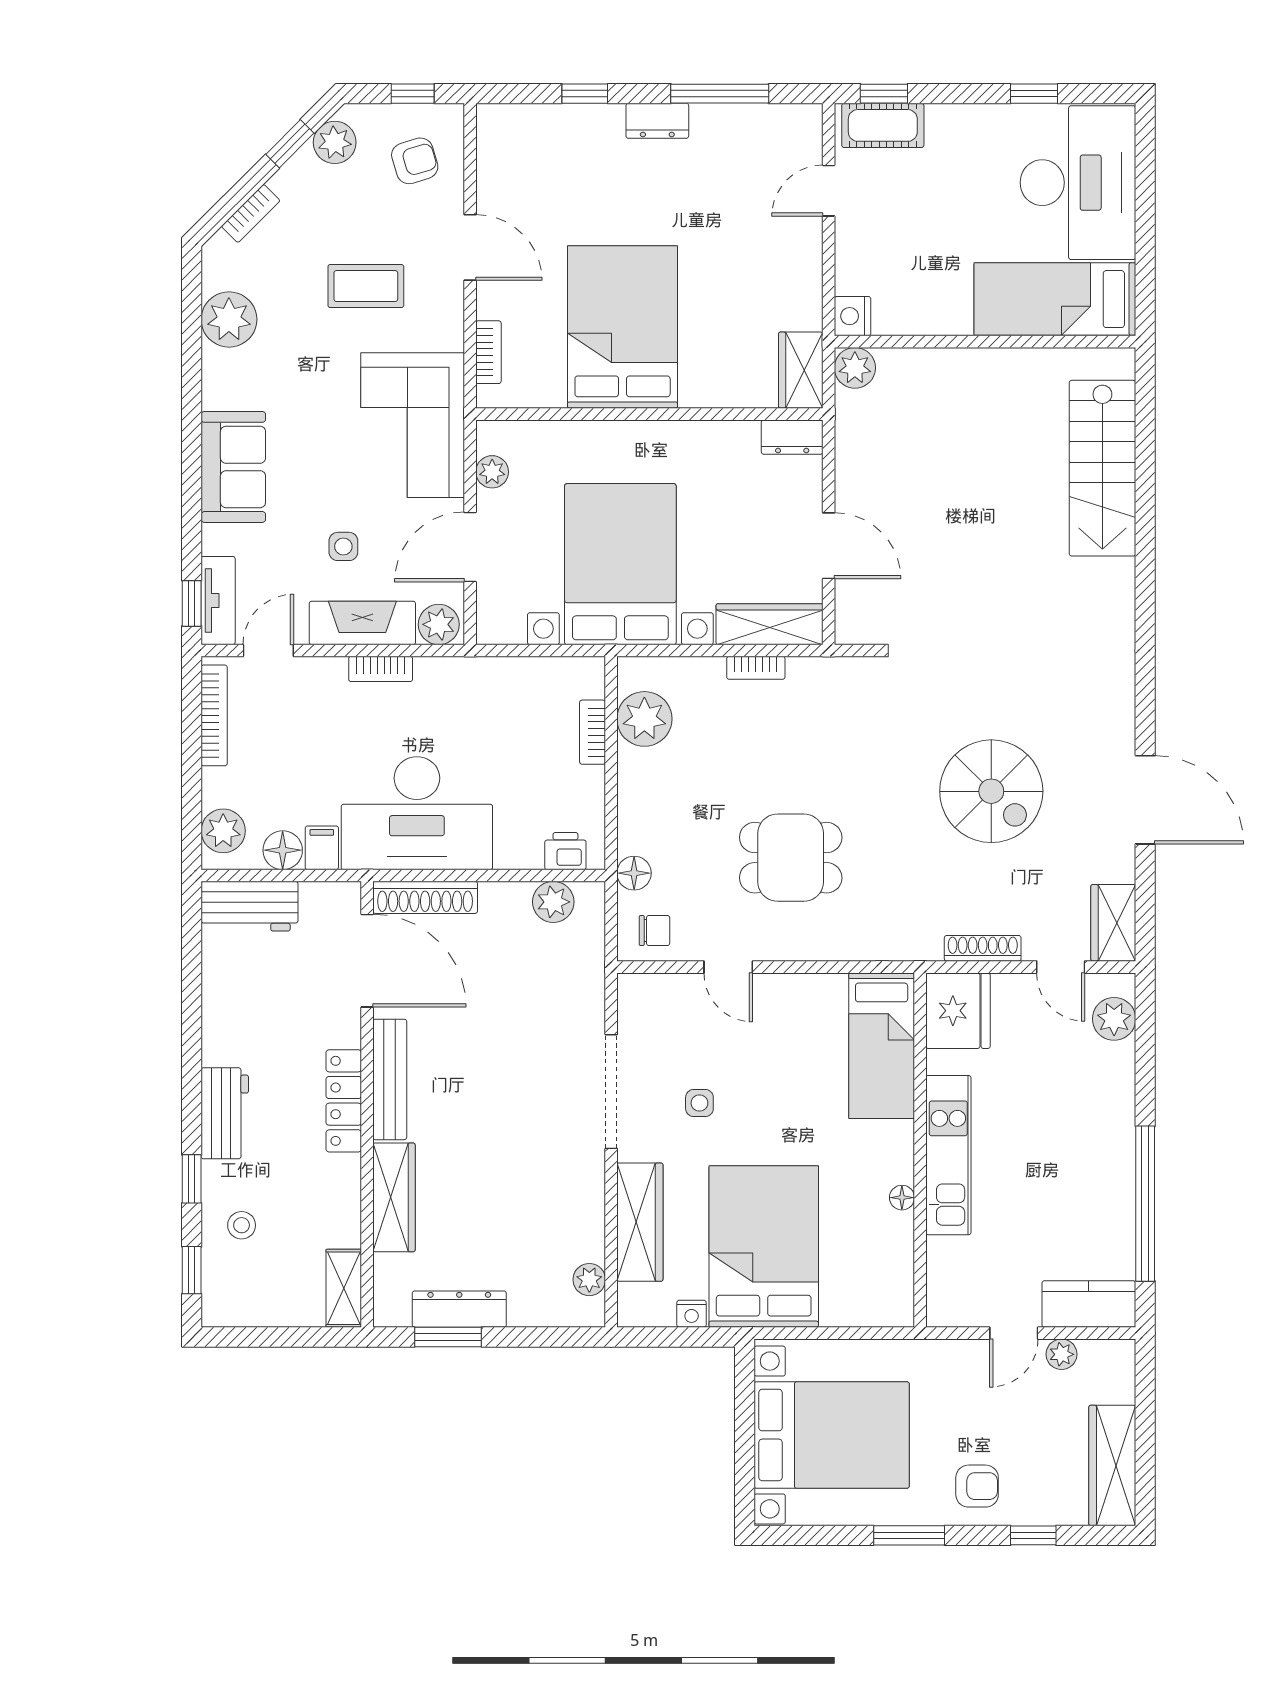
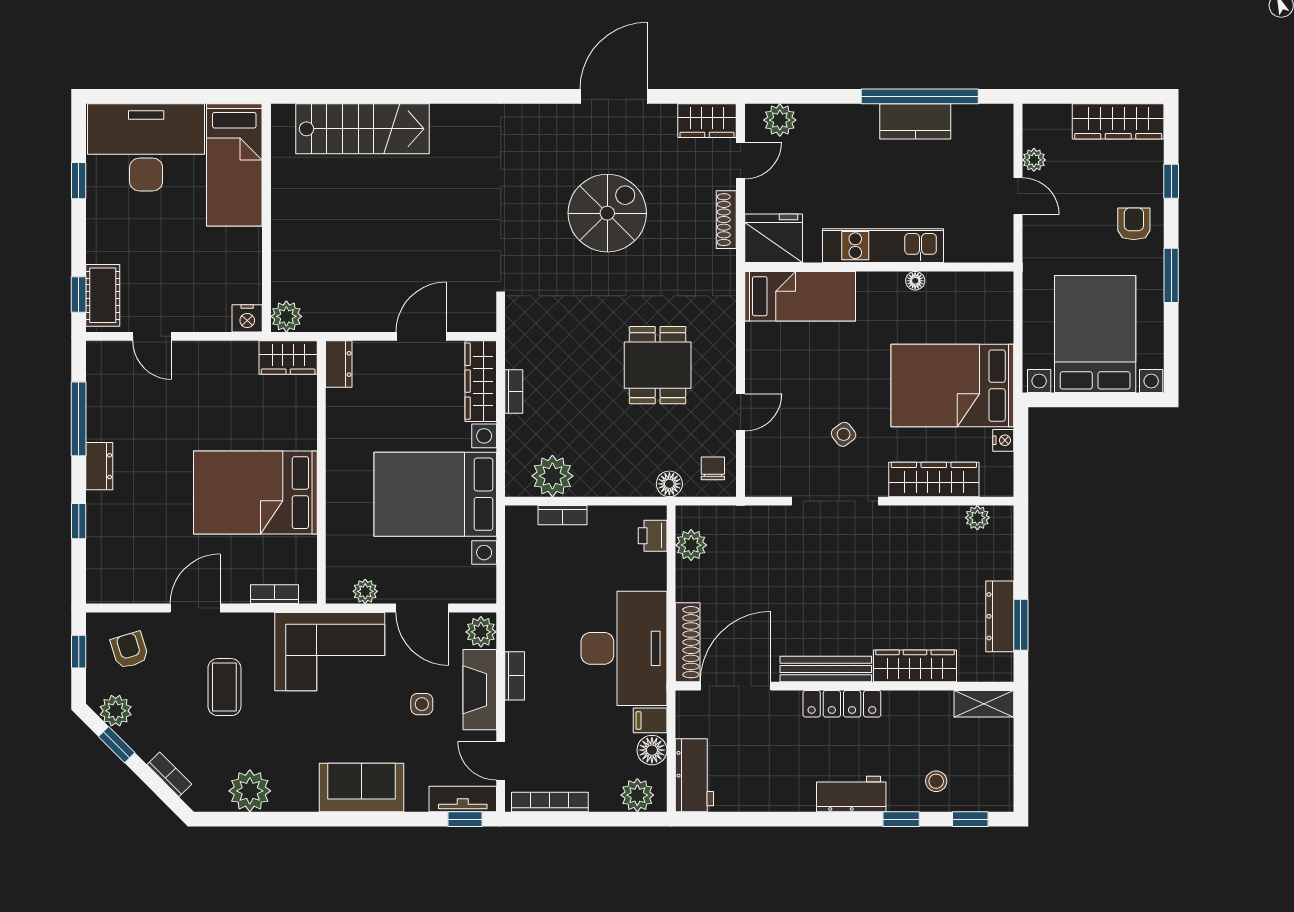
side table: (699, 1103) -> (844, 434), turned -37
kitchen counter: (1089, 1304) -> (915, 121), moved, turned -90

